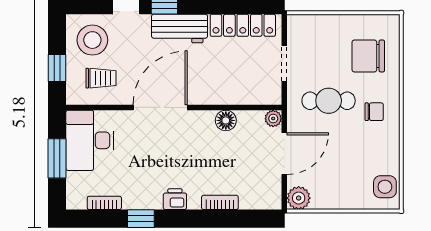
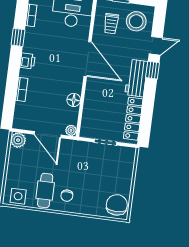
chair: (368, 56) -> (117, 205), moved
cafe table: (329, 101) -> (45, 191), moved

